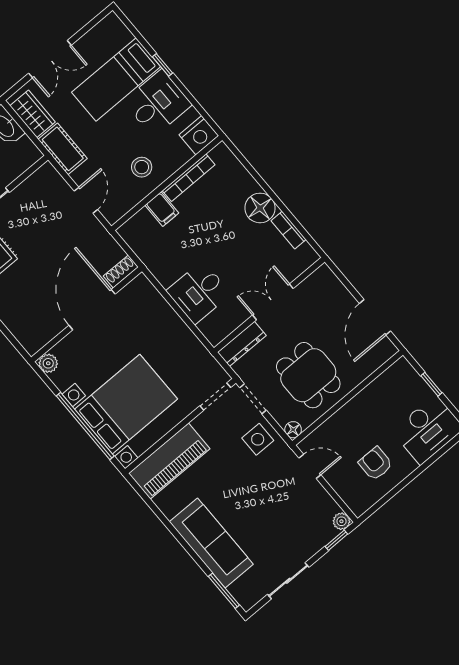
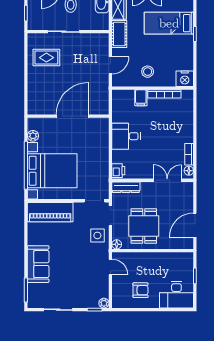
desk: (158, 103) -> (178, 49), removed
floor lamp: (260, 208) -> (189, 171), moved, width x0.53, depth x0.53
shoe rack: (121, 271) -> (99, 110), removed
desk: (199, 292) -> (126, 136), moved
double door: (273, 302) -> (167, 180), moved
printer: (213, 330) -> (118, 171), added
plant: (48, 363) -> (33, 136), moved
armchair: (375, 464) -> (141, 290), turned 90
sofa: (211, 543) -> (38, 264), width x0.73

